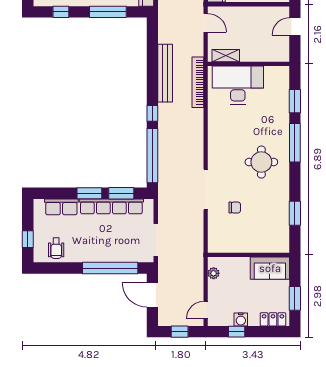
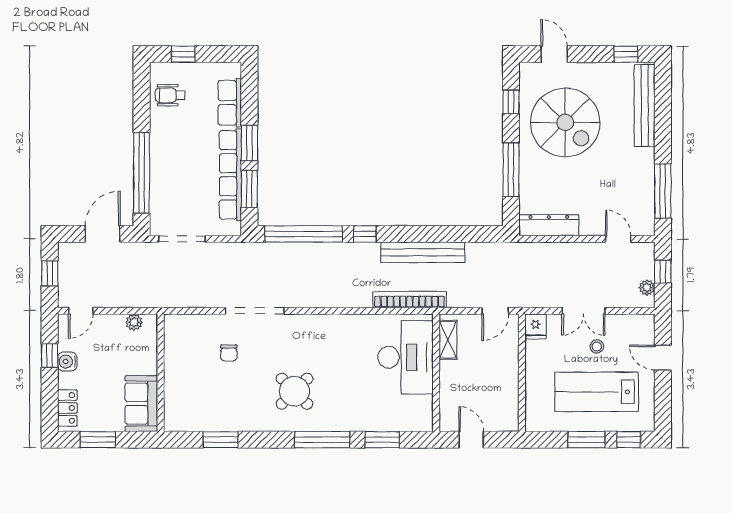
door: (295, 26) -> (471, 440), moved
round table: (261, 162) -> (294, 391), turned 45
door: (206, 310) -> (81, 311), swing flipped

